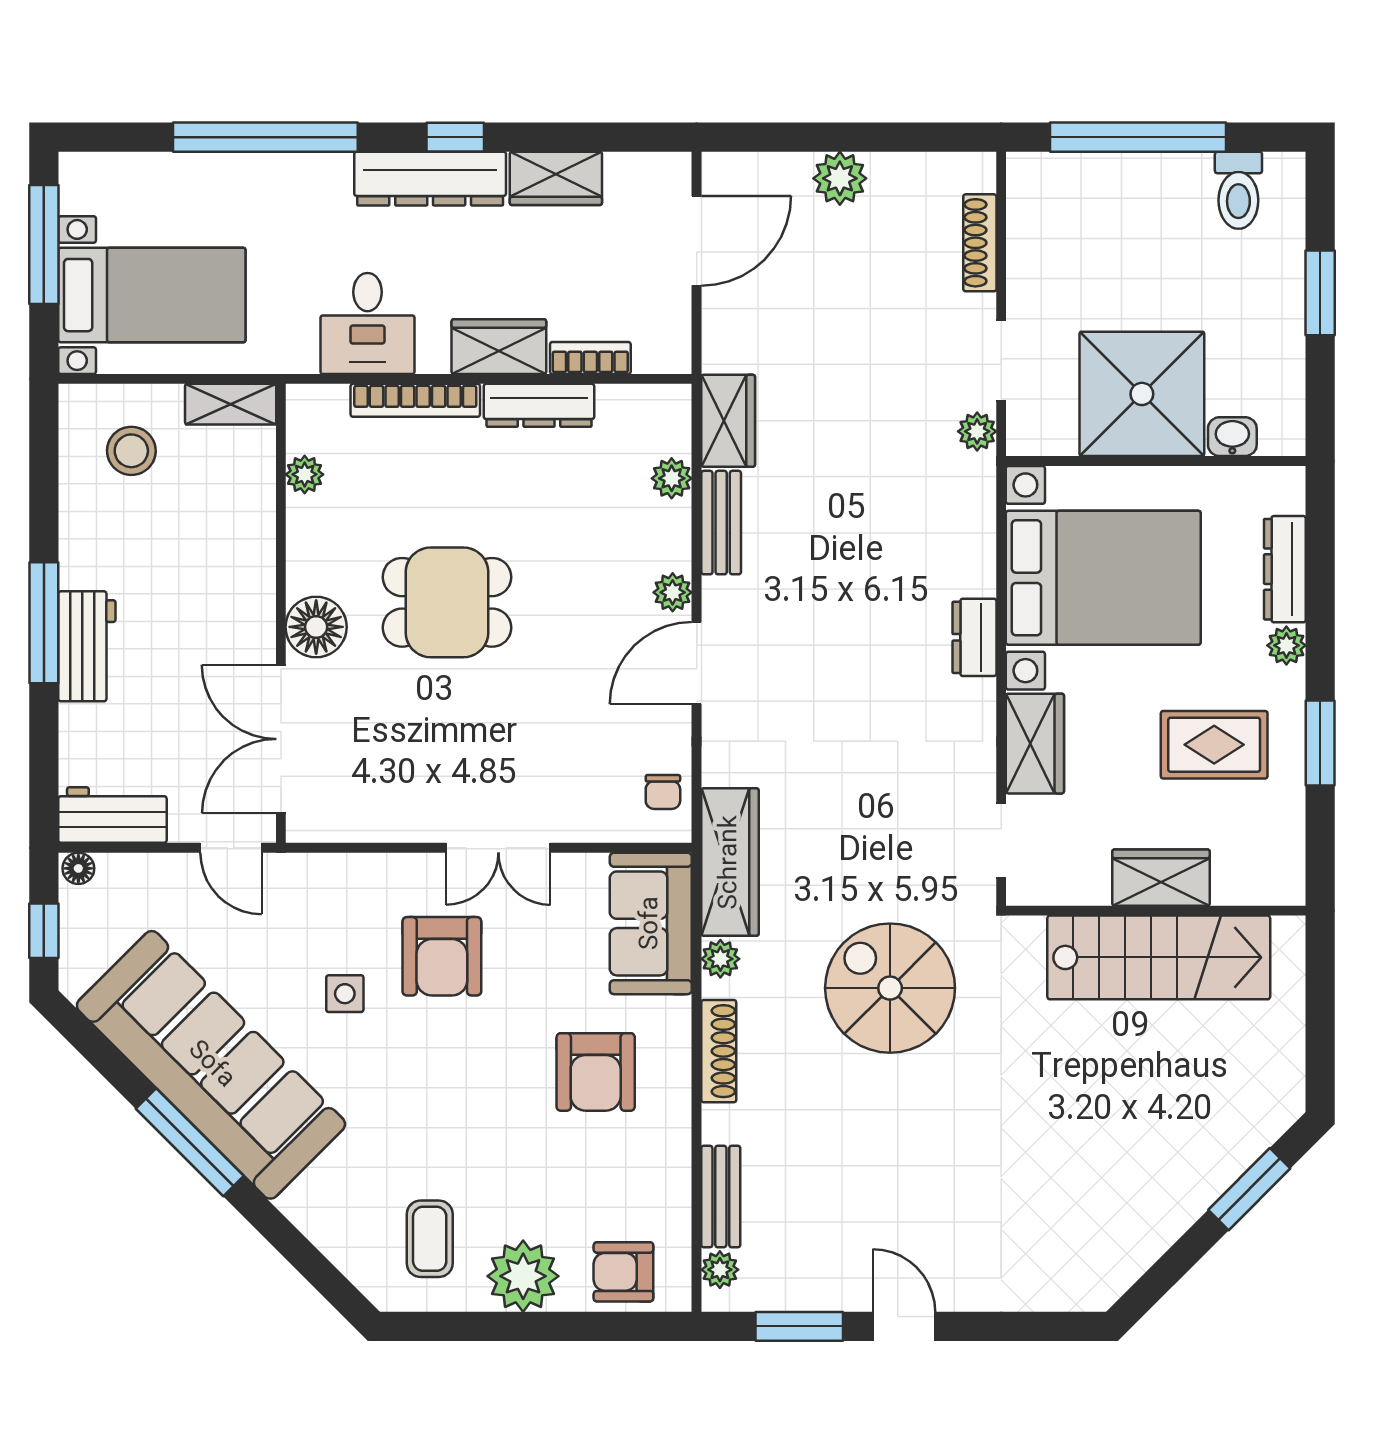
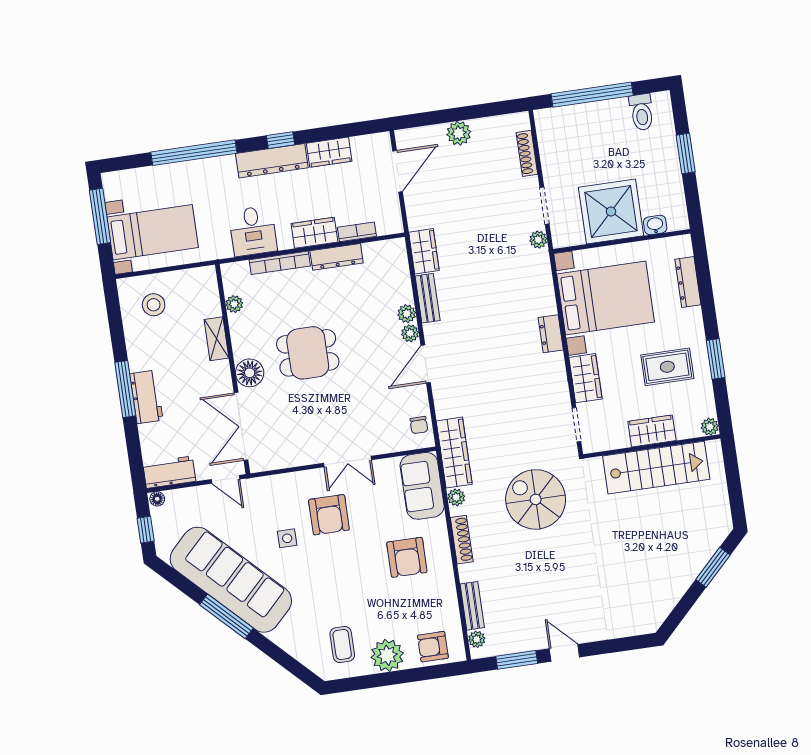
shelving: (231, 404) -> (216, 339), moved, turned 90
plant: (672, 478) -> (407, 314), moved
plant: (1286, 645) -> (710, 427), moved

